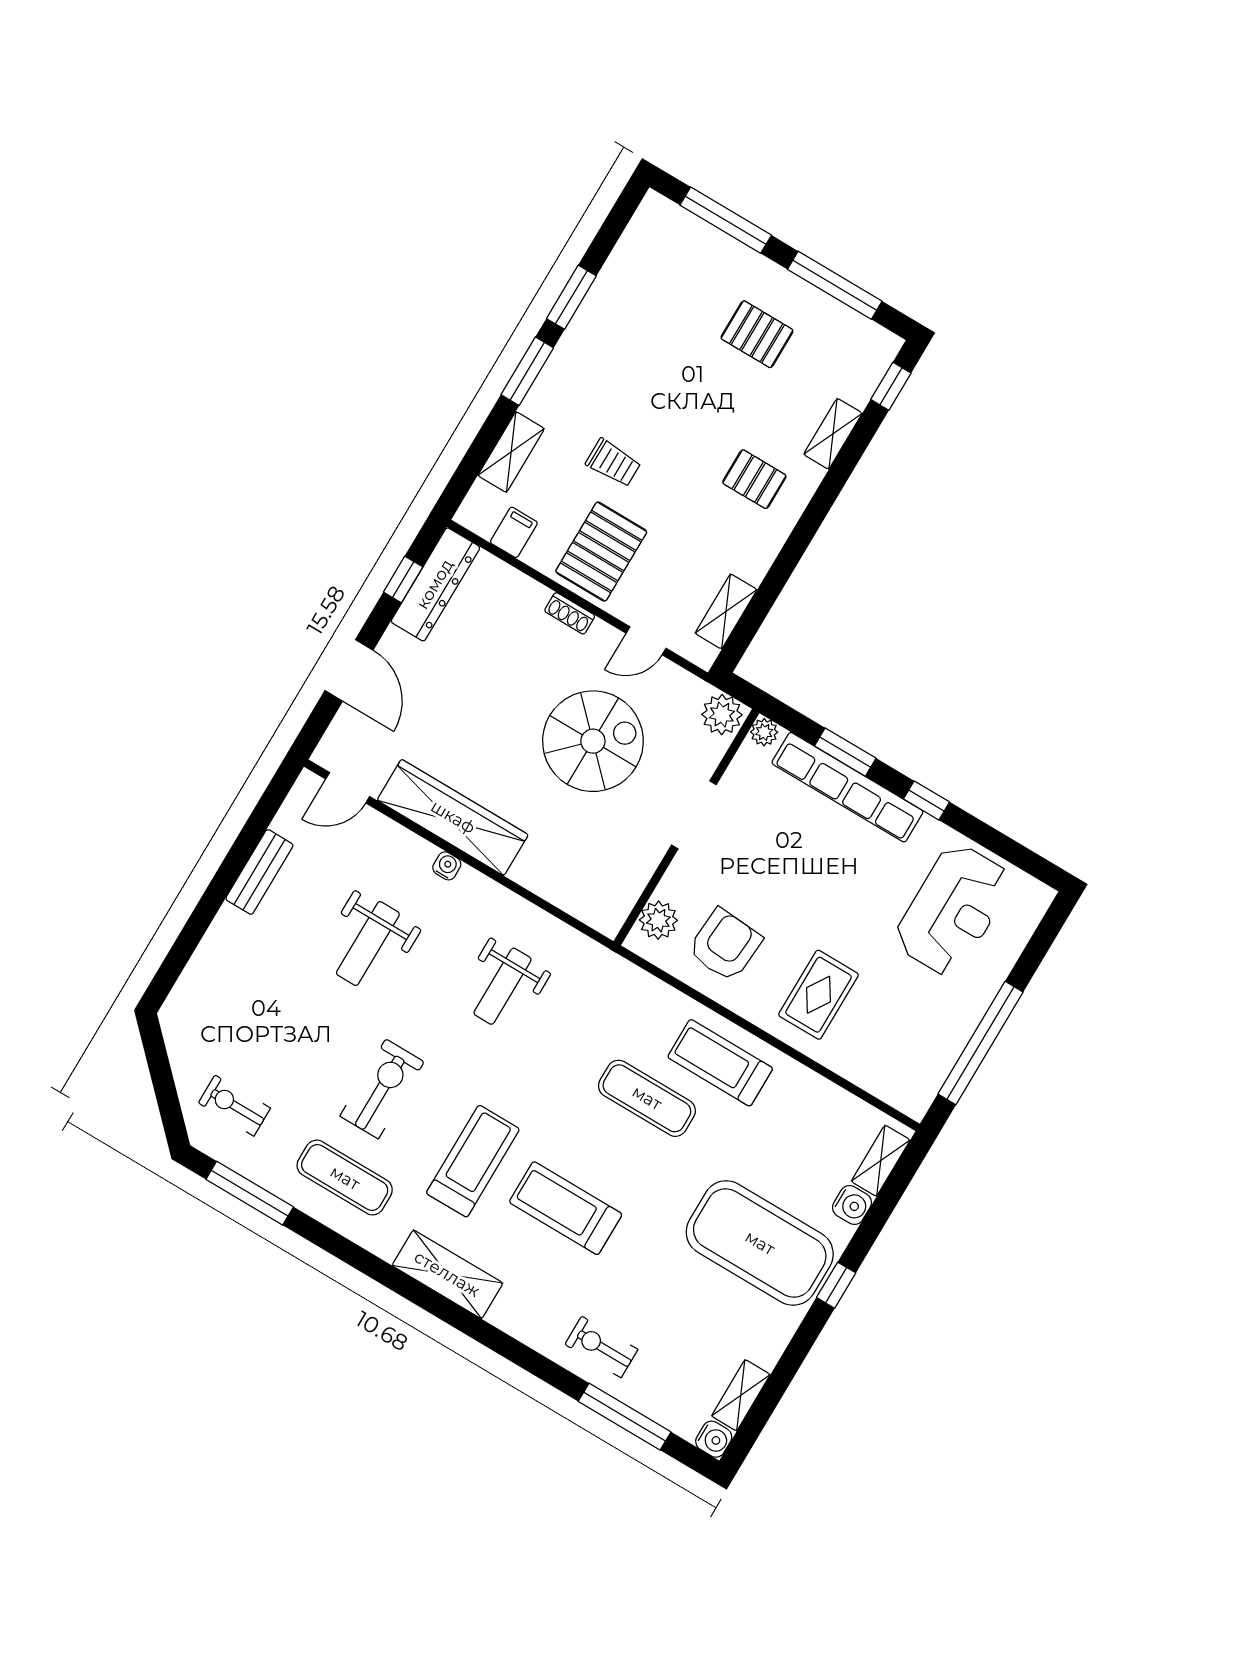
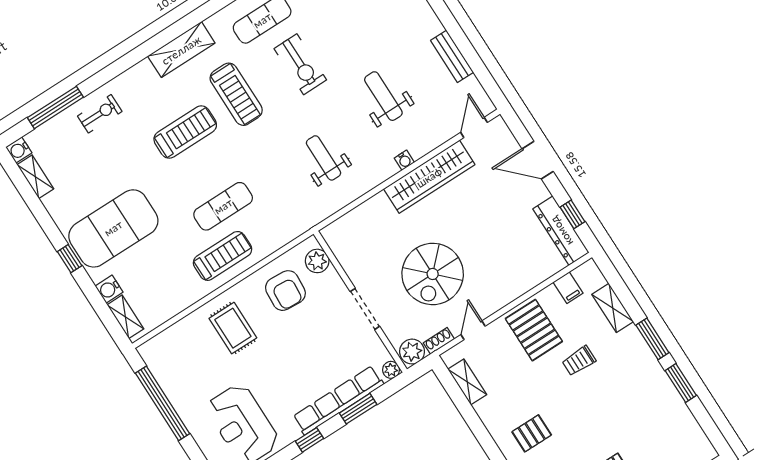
shoe rack: (570, 613) -> (439, 341), moved

